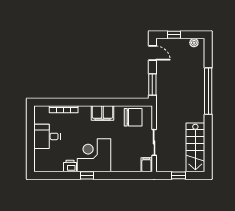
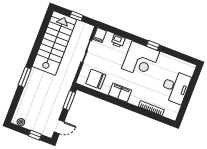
door: (152, 53) -> (59, 127), swing flipped
window: (208, 91) -> (25, 77), width x0.47
desk: (47, 136) -> (175, 87), width x1.37
stairs: (195, 147) -> (54, 43), width x1.36, depth x1.51
printer: (70, 166) -> (118, 41), moved

